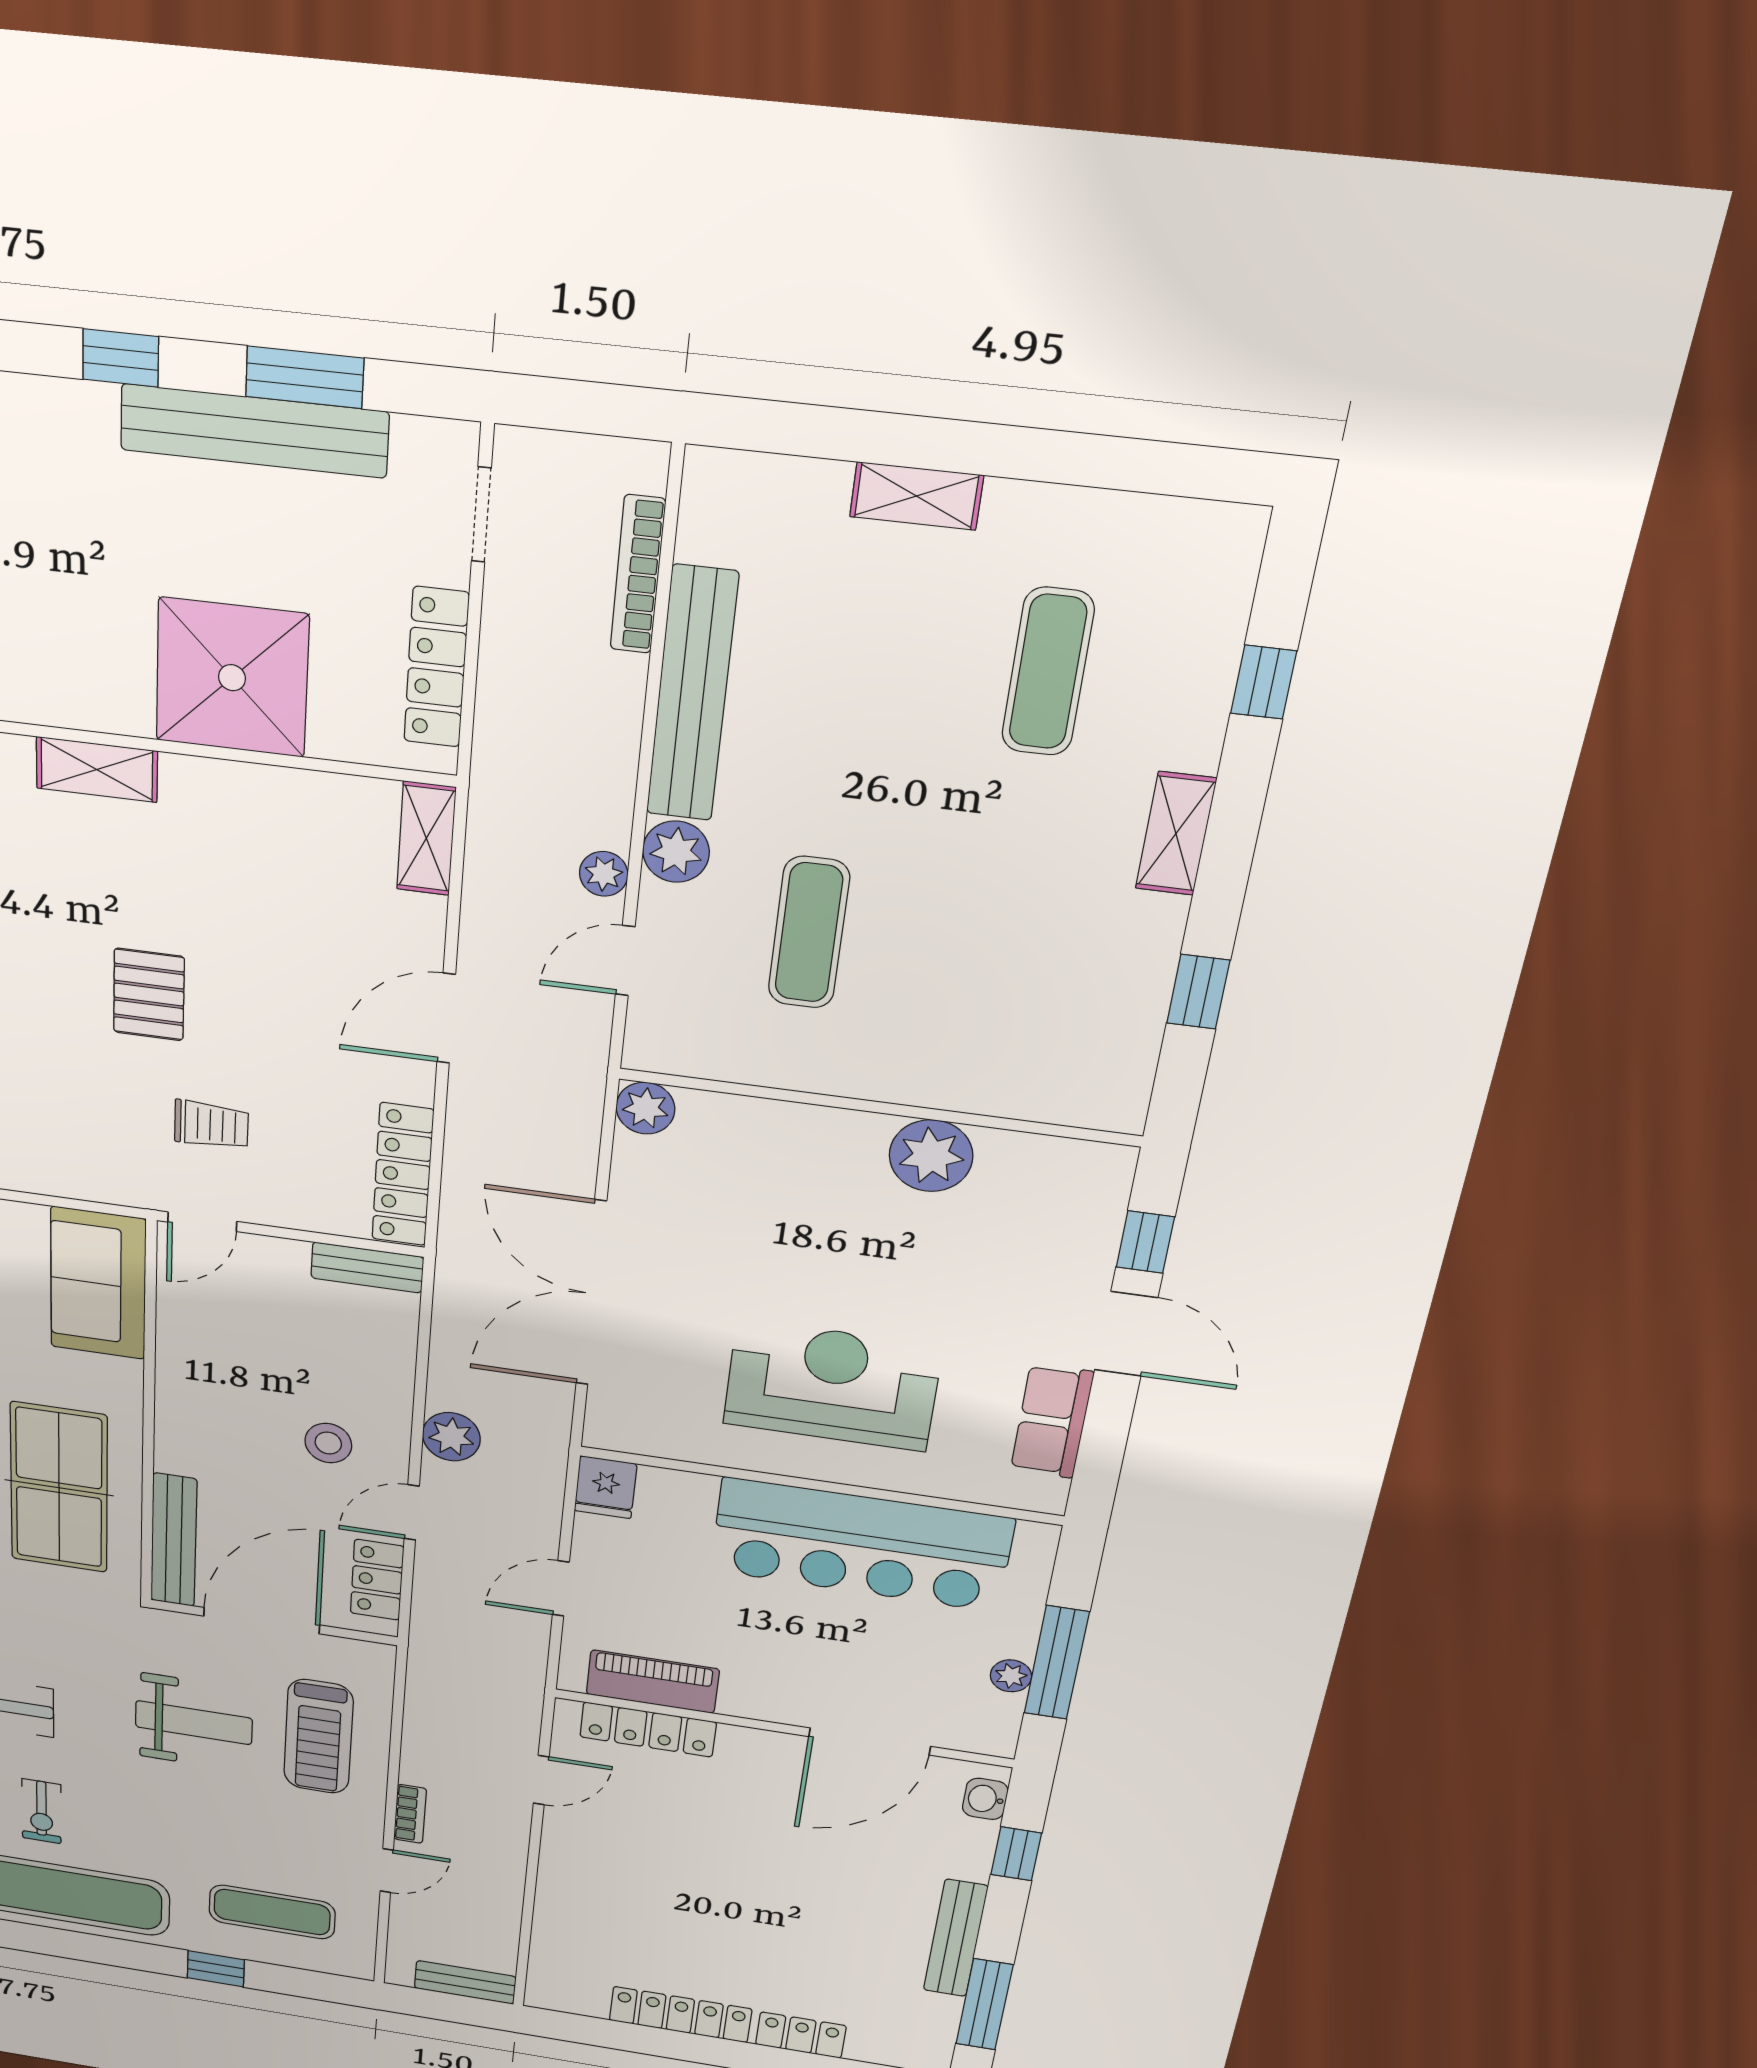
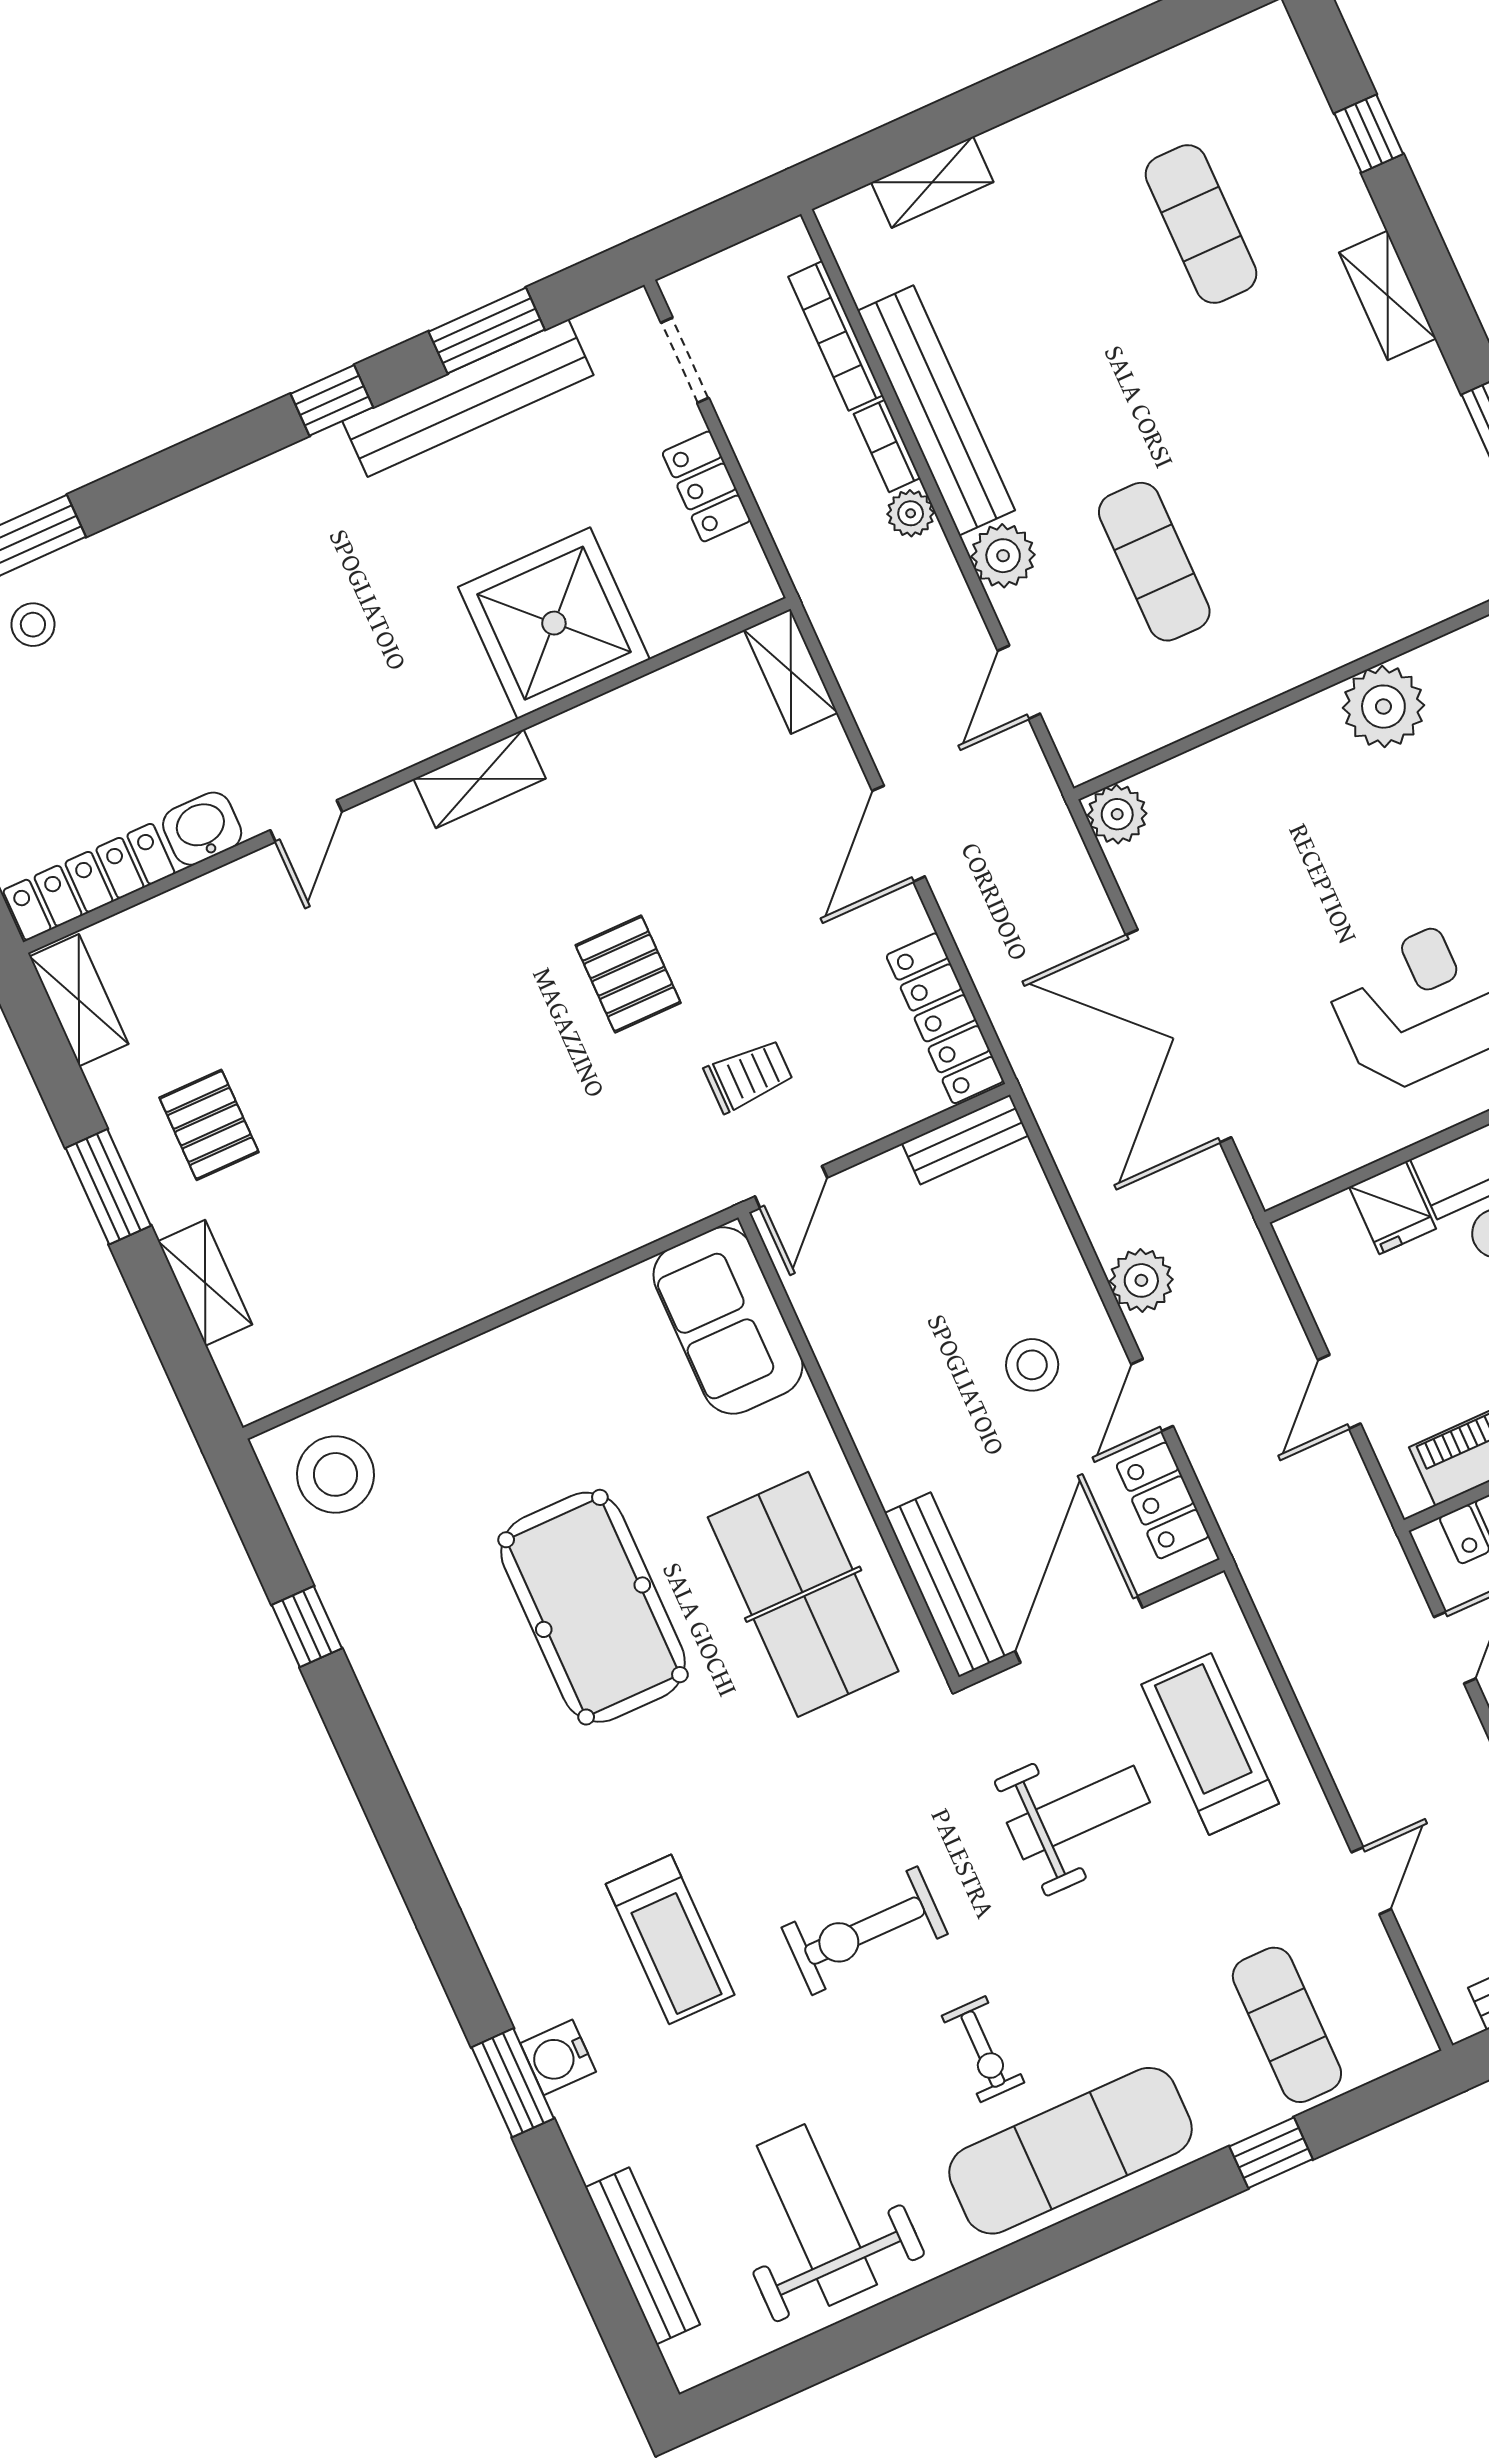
shelving: (916, 496) -> (932, 182), moved
locker: (436, 667) -> (706, 486), width x0.66
plant: (604, 874) -> (911, 513), moved
fridge: (605, 1487) -> (1393, 1208), moved
treadmill: (318, 1737) -> (1210, 1744), turned 180
bookcase: (410, 1814) -> (887, 446), moved, turned 180
exercise mat: (272, 1912) -> (1287, 2025), turned 90

